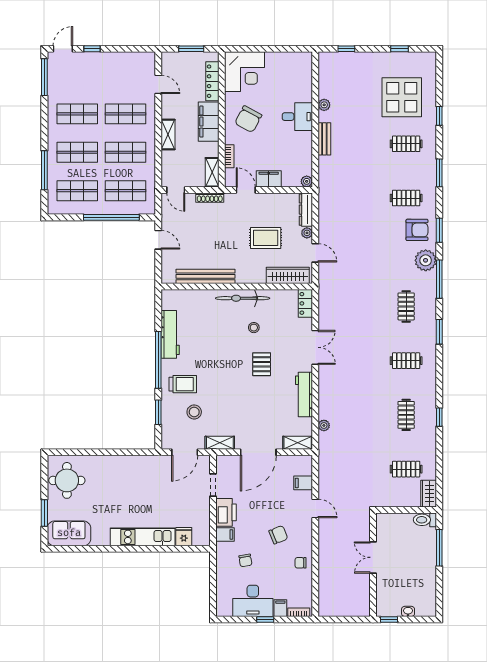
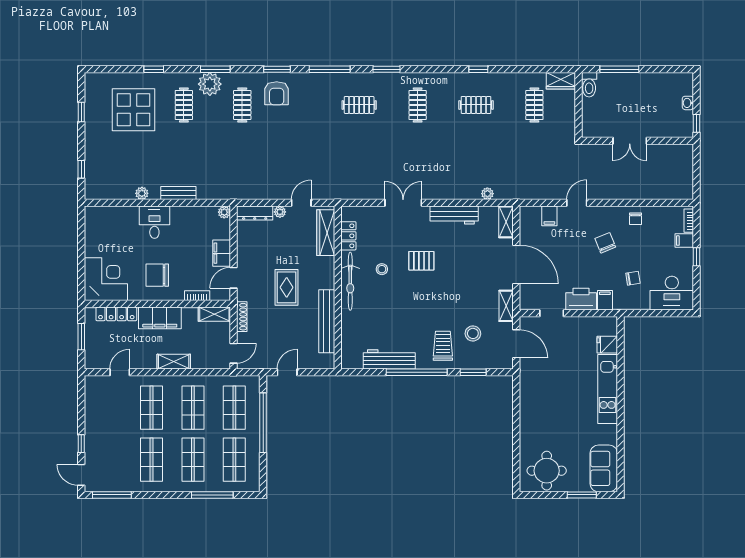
chair: (248, 119) -> (157, 275), turned 152
armchair: (417, 230) -> (277, 93), turned 180
rug: (266, 238) -> (287, 287), moved
plant: (426, 260) -> (210, 84), moved
locker: (305, 303) -> (348, 236), moved, turned -90
desk: (253, 601) -> (672, 293), moved, turned 90

